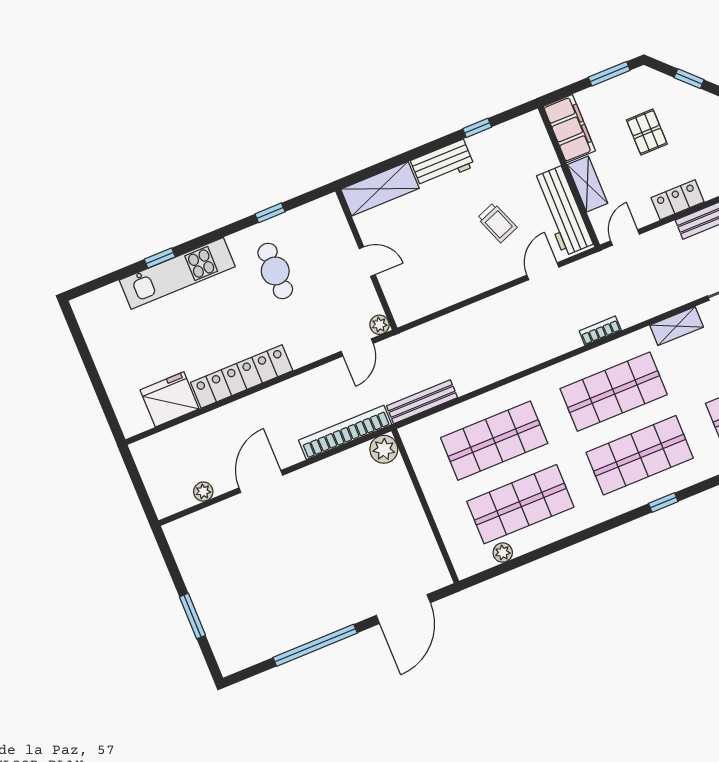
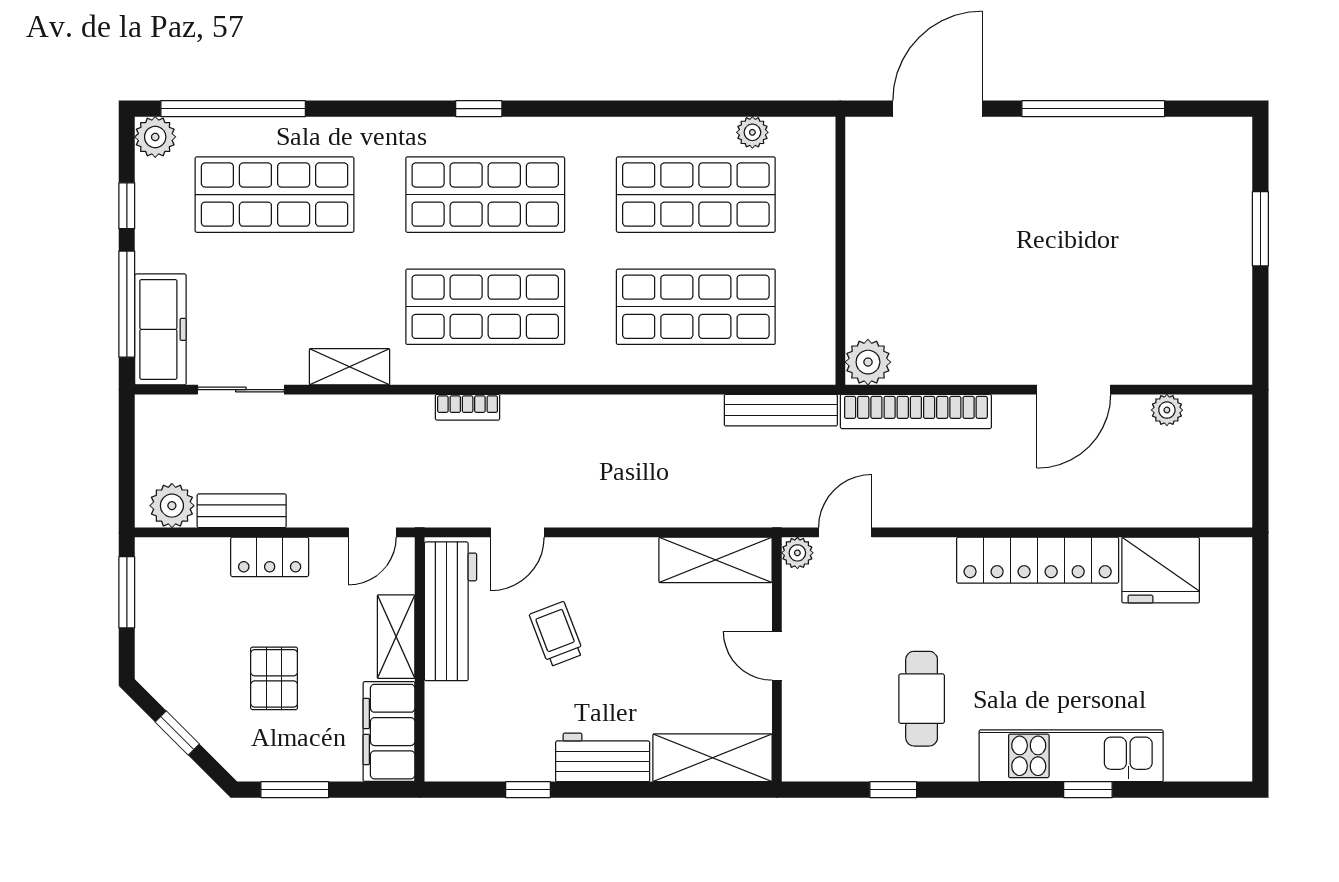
shelving: (424, 302) -> (716, 560), added

